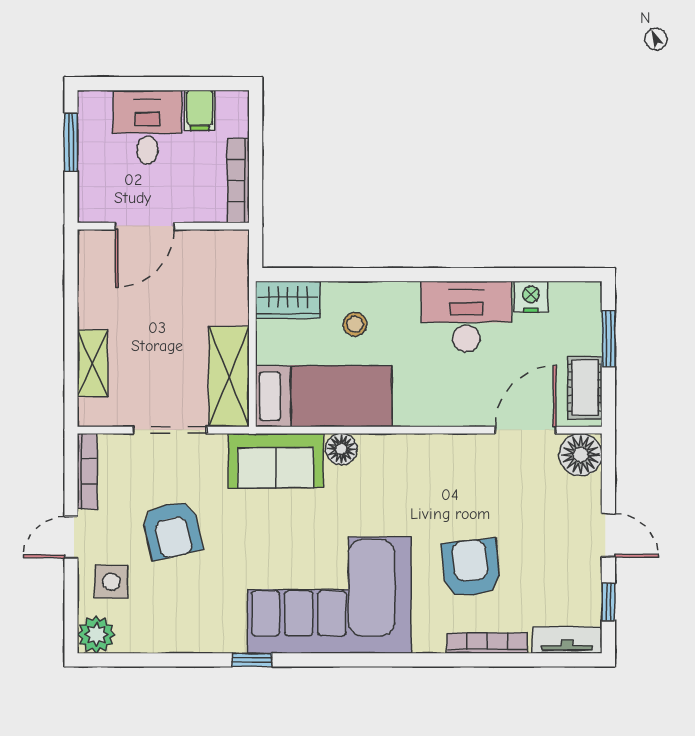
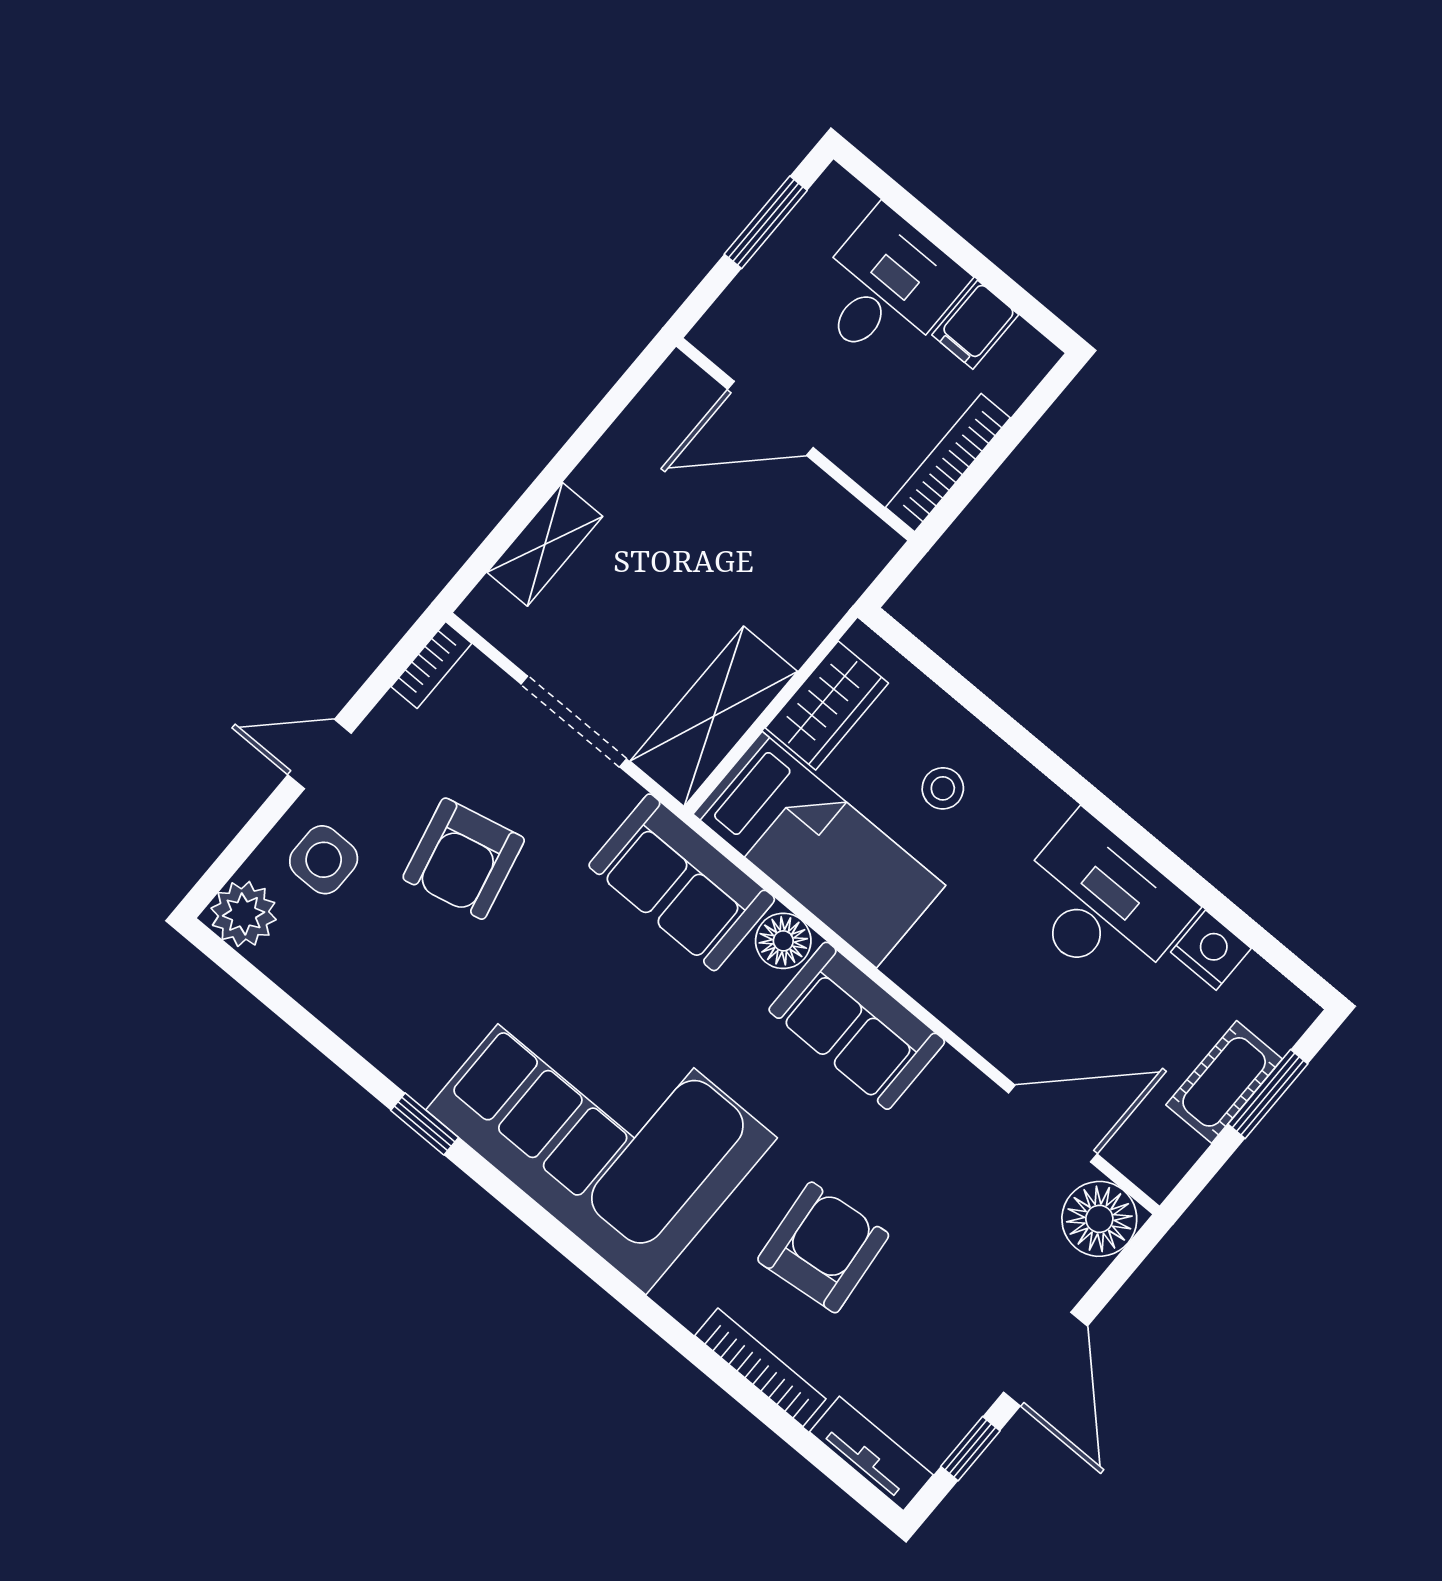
wardrobe: (288, 300) -> (827, 706), moved, turned -90
cot: (585, 388) -> (1224, 1082), moved
sofa: (404, 459) -> (857, 1026), added
bookcase: (87, 471) -> (431, 665), width x0.64
door: (608, 535) -> (1045, 1359), width x1.37

